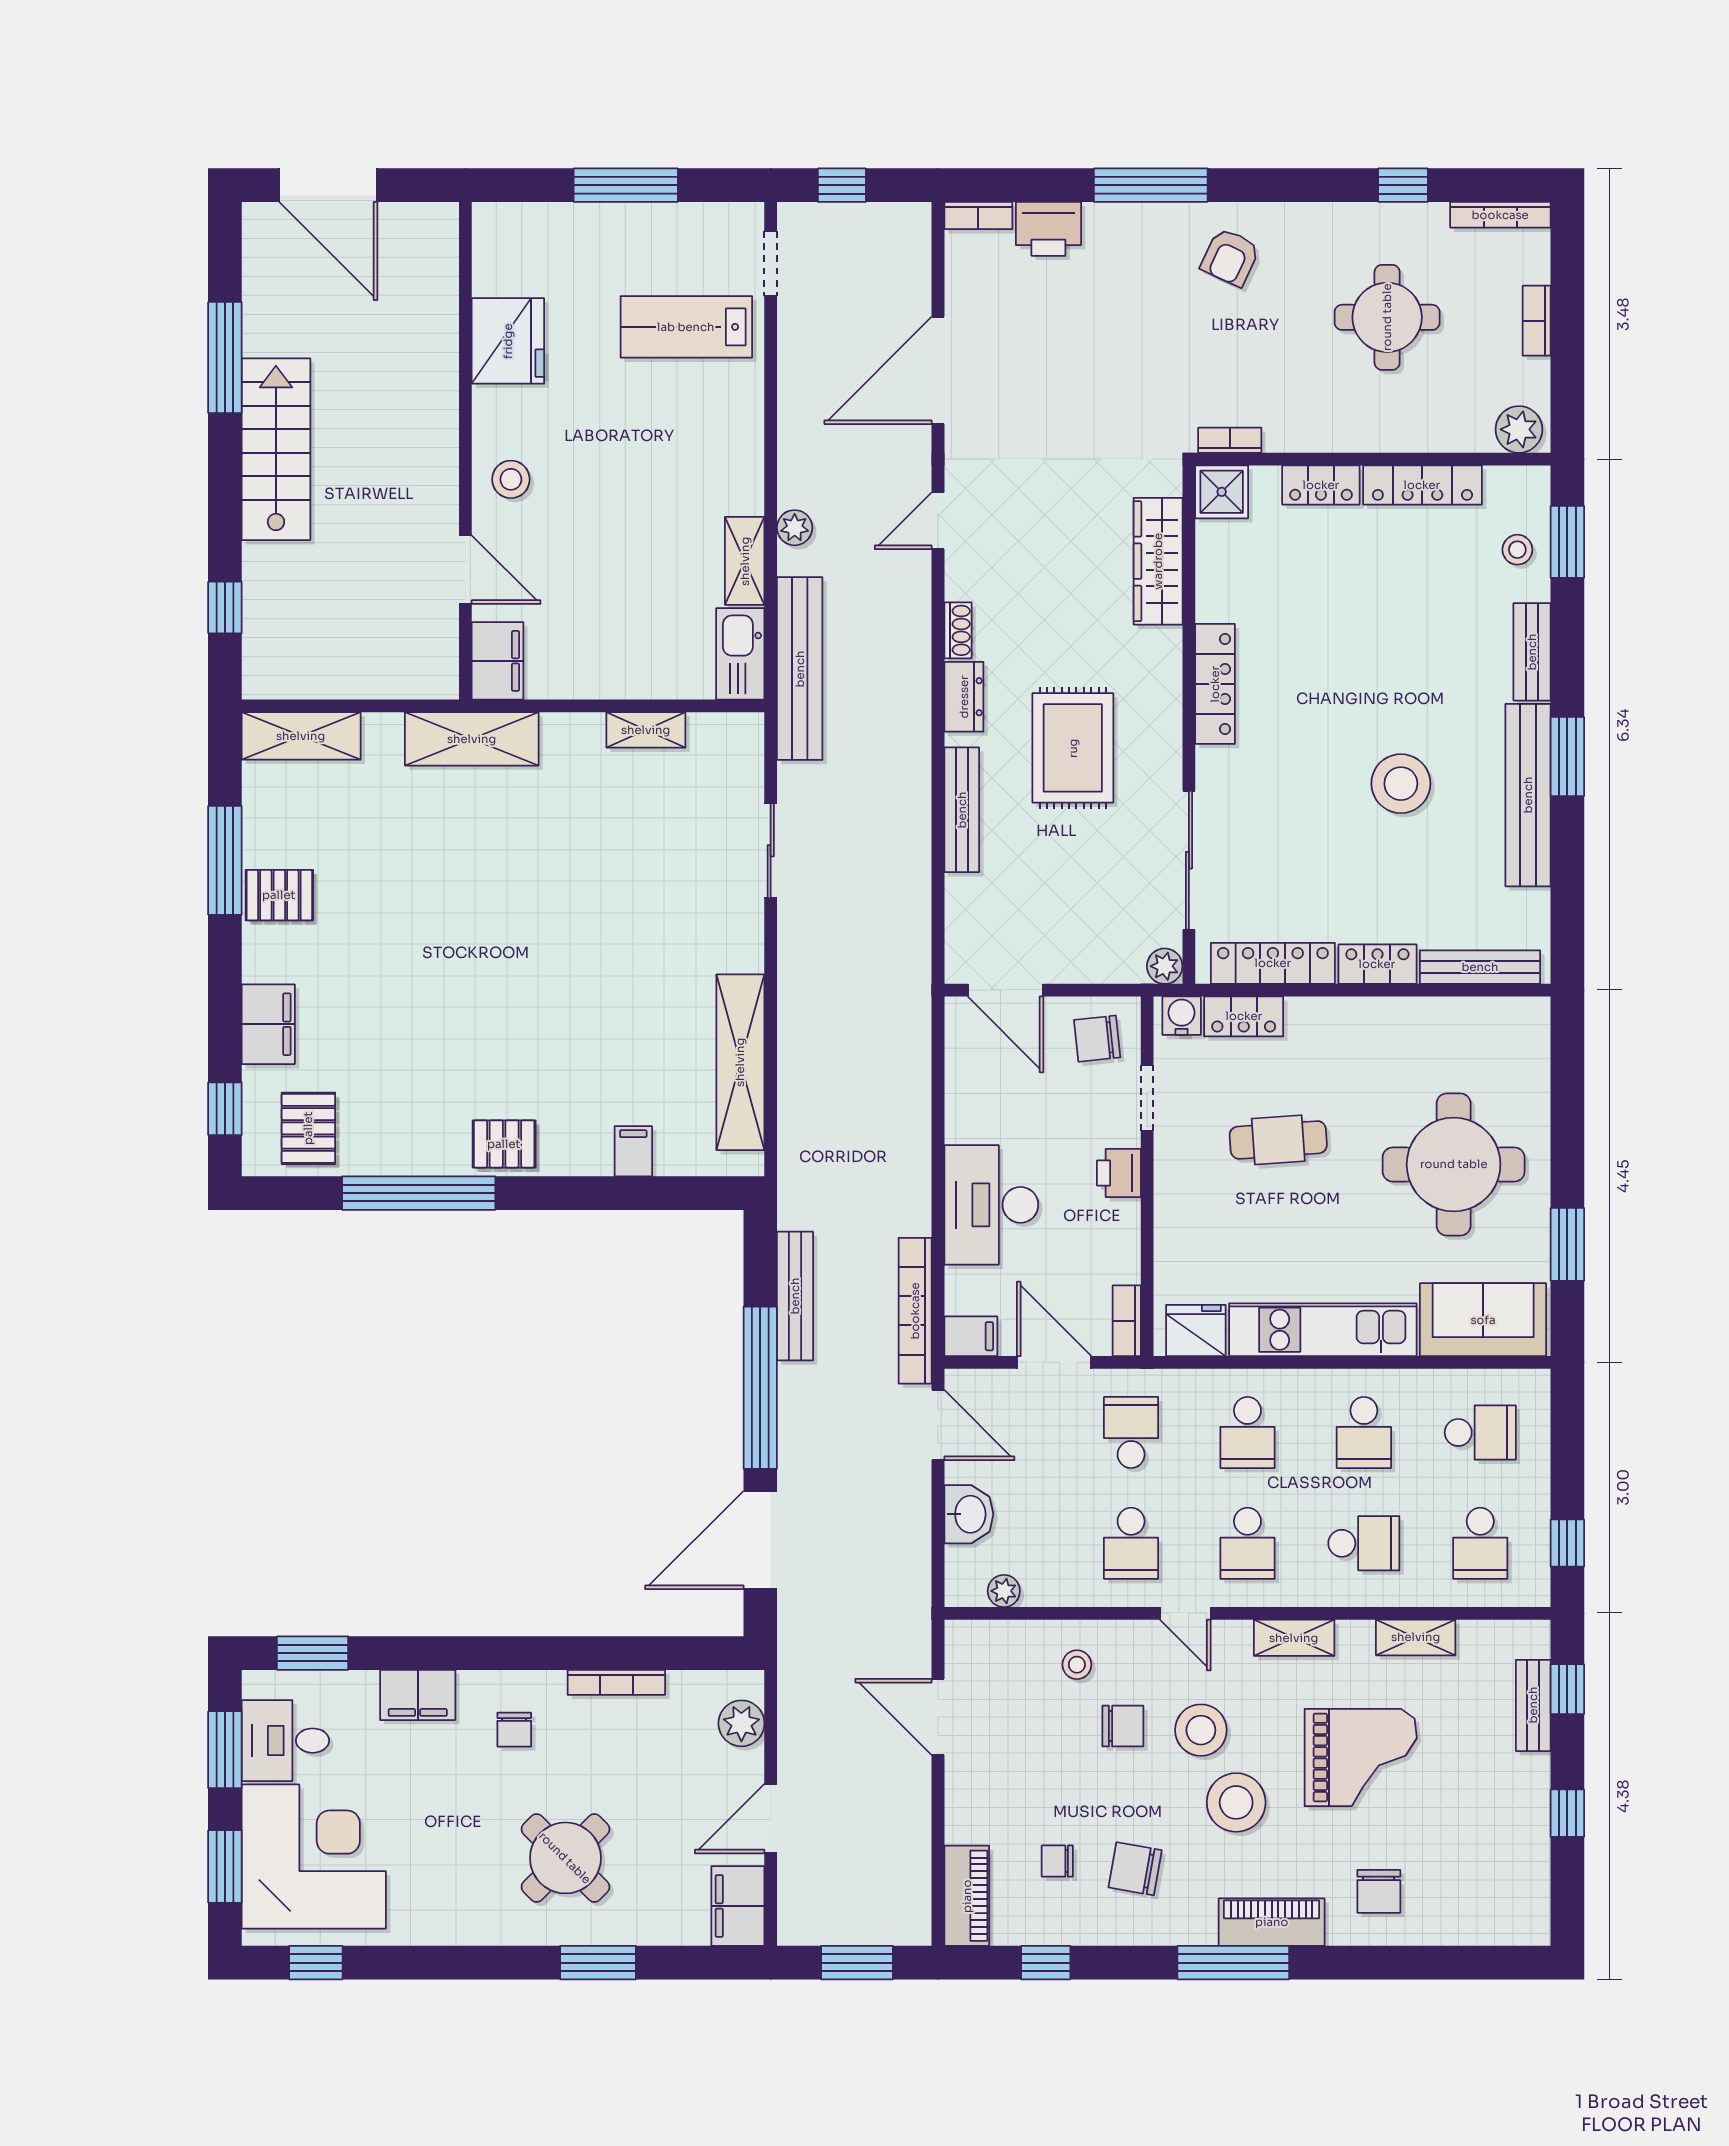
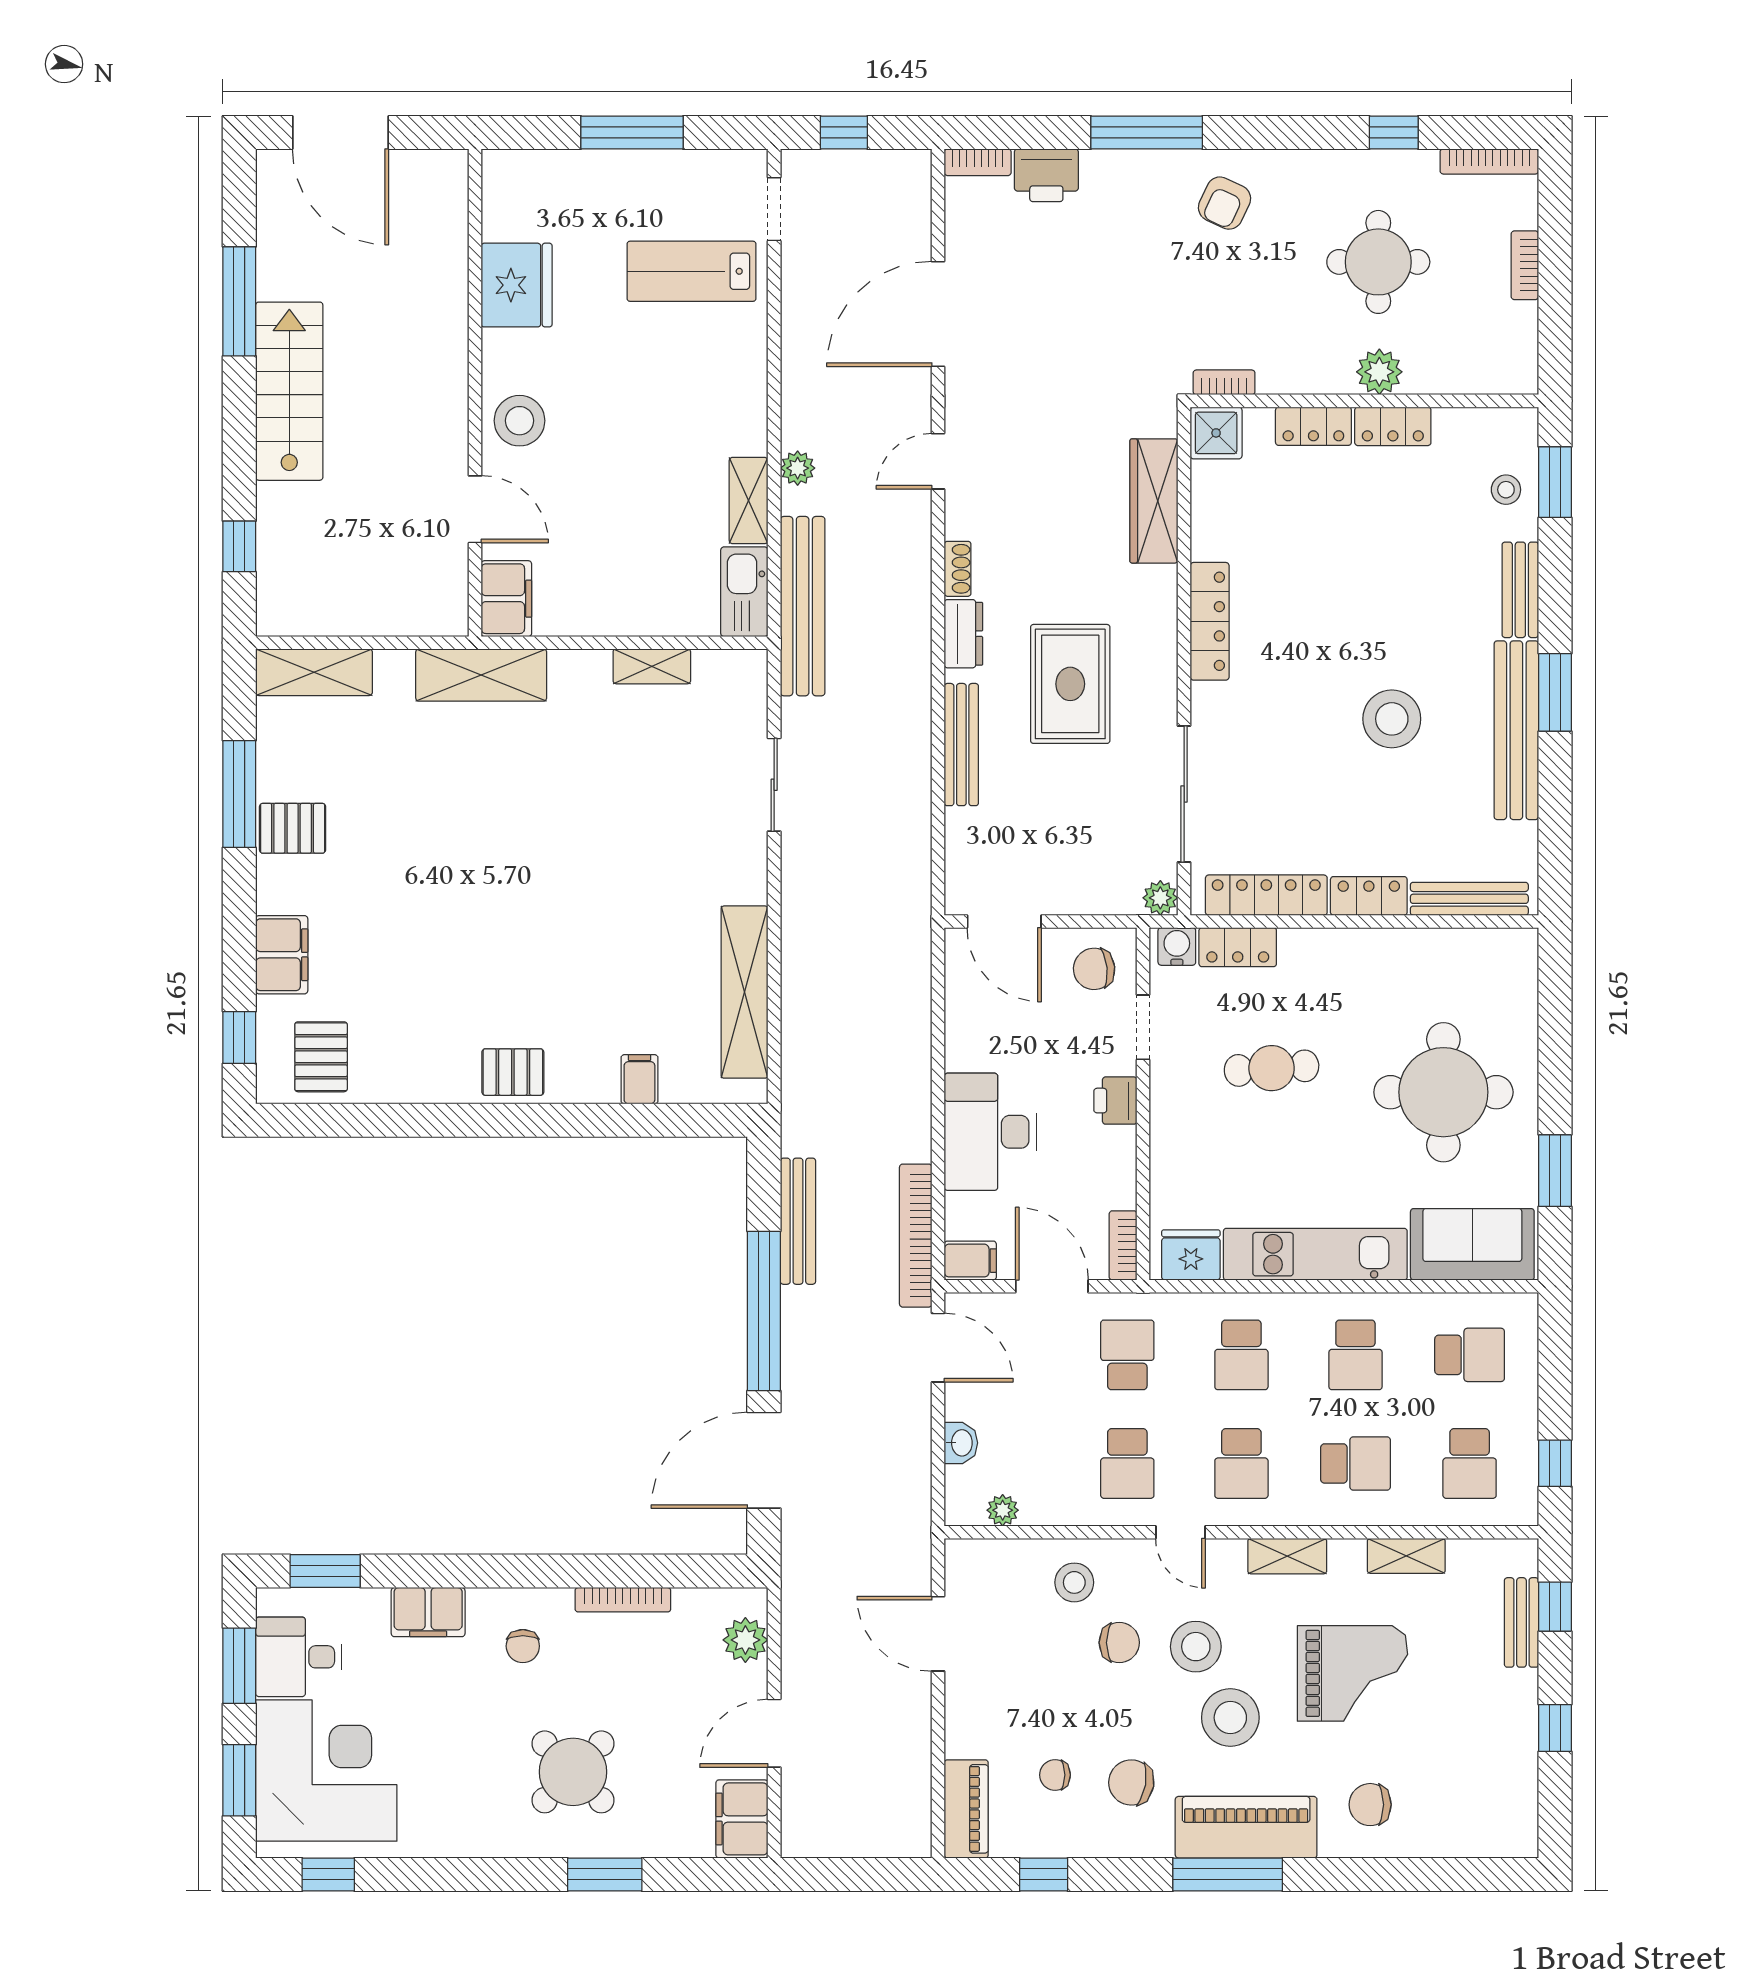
plant: (1519, 429) -> (1379, 372), moved
stool: (511, 479) -> (519, 421), width x1.38, depth x1.38
locker: (1422, 485) -> (1393, 426), width x0.66
window: (419, 1193) -> (429, 1120), removed
washbasin: (969, 1514) -> (961, 1443), width x0.72, depth x0.69
stool: (1077, 1665) -> (1074, 1582), width x1.37, depth x1.37
chair: (1379, 1891) -> (1370, 1805), turned 90
piano: (1272, 1922) -> (1246, 1827), width x1.37, depth x1.33
window: (857, 1963) -> (859, 1874), removed

